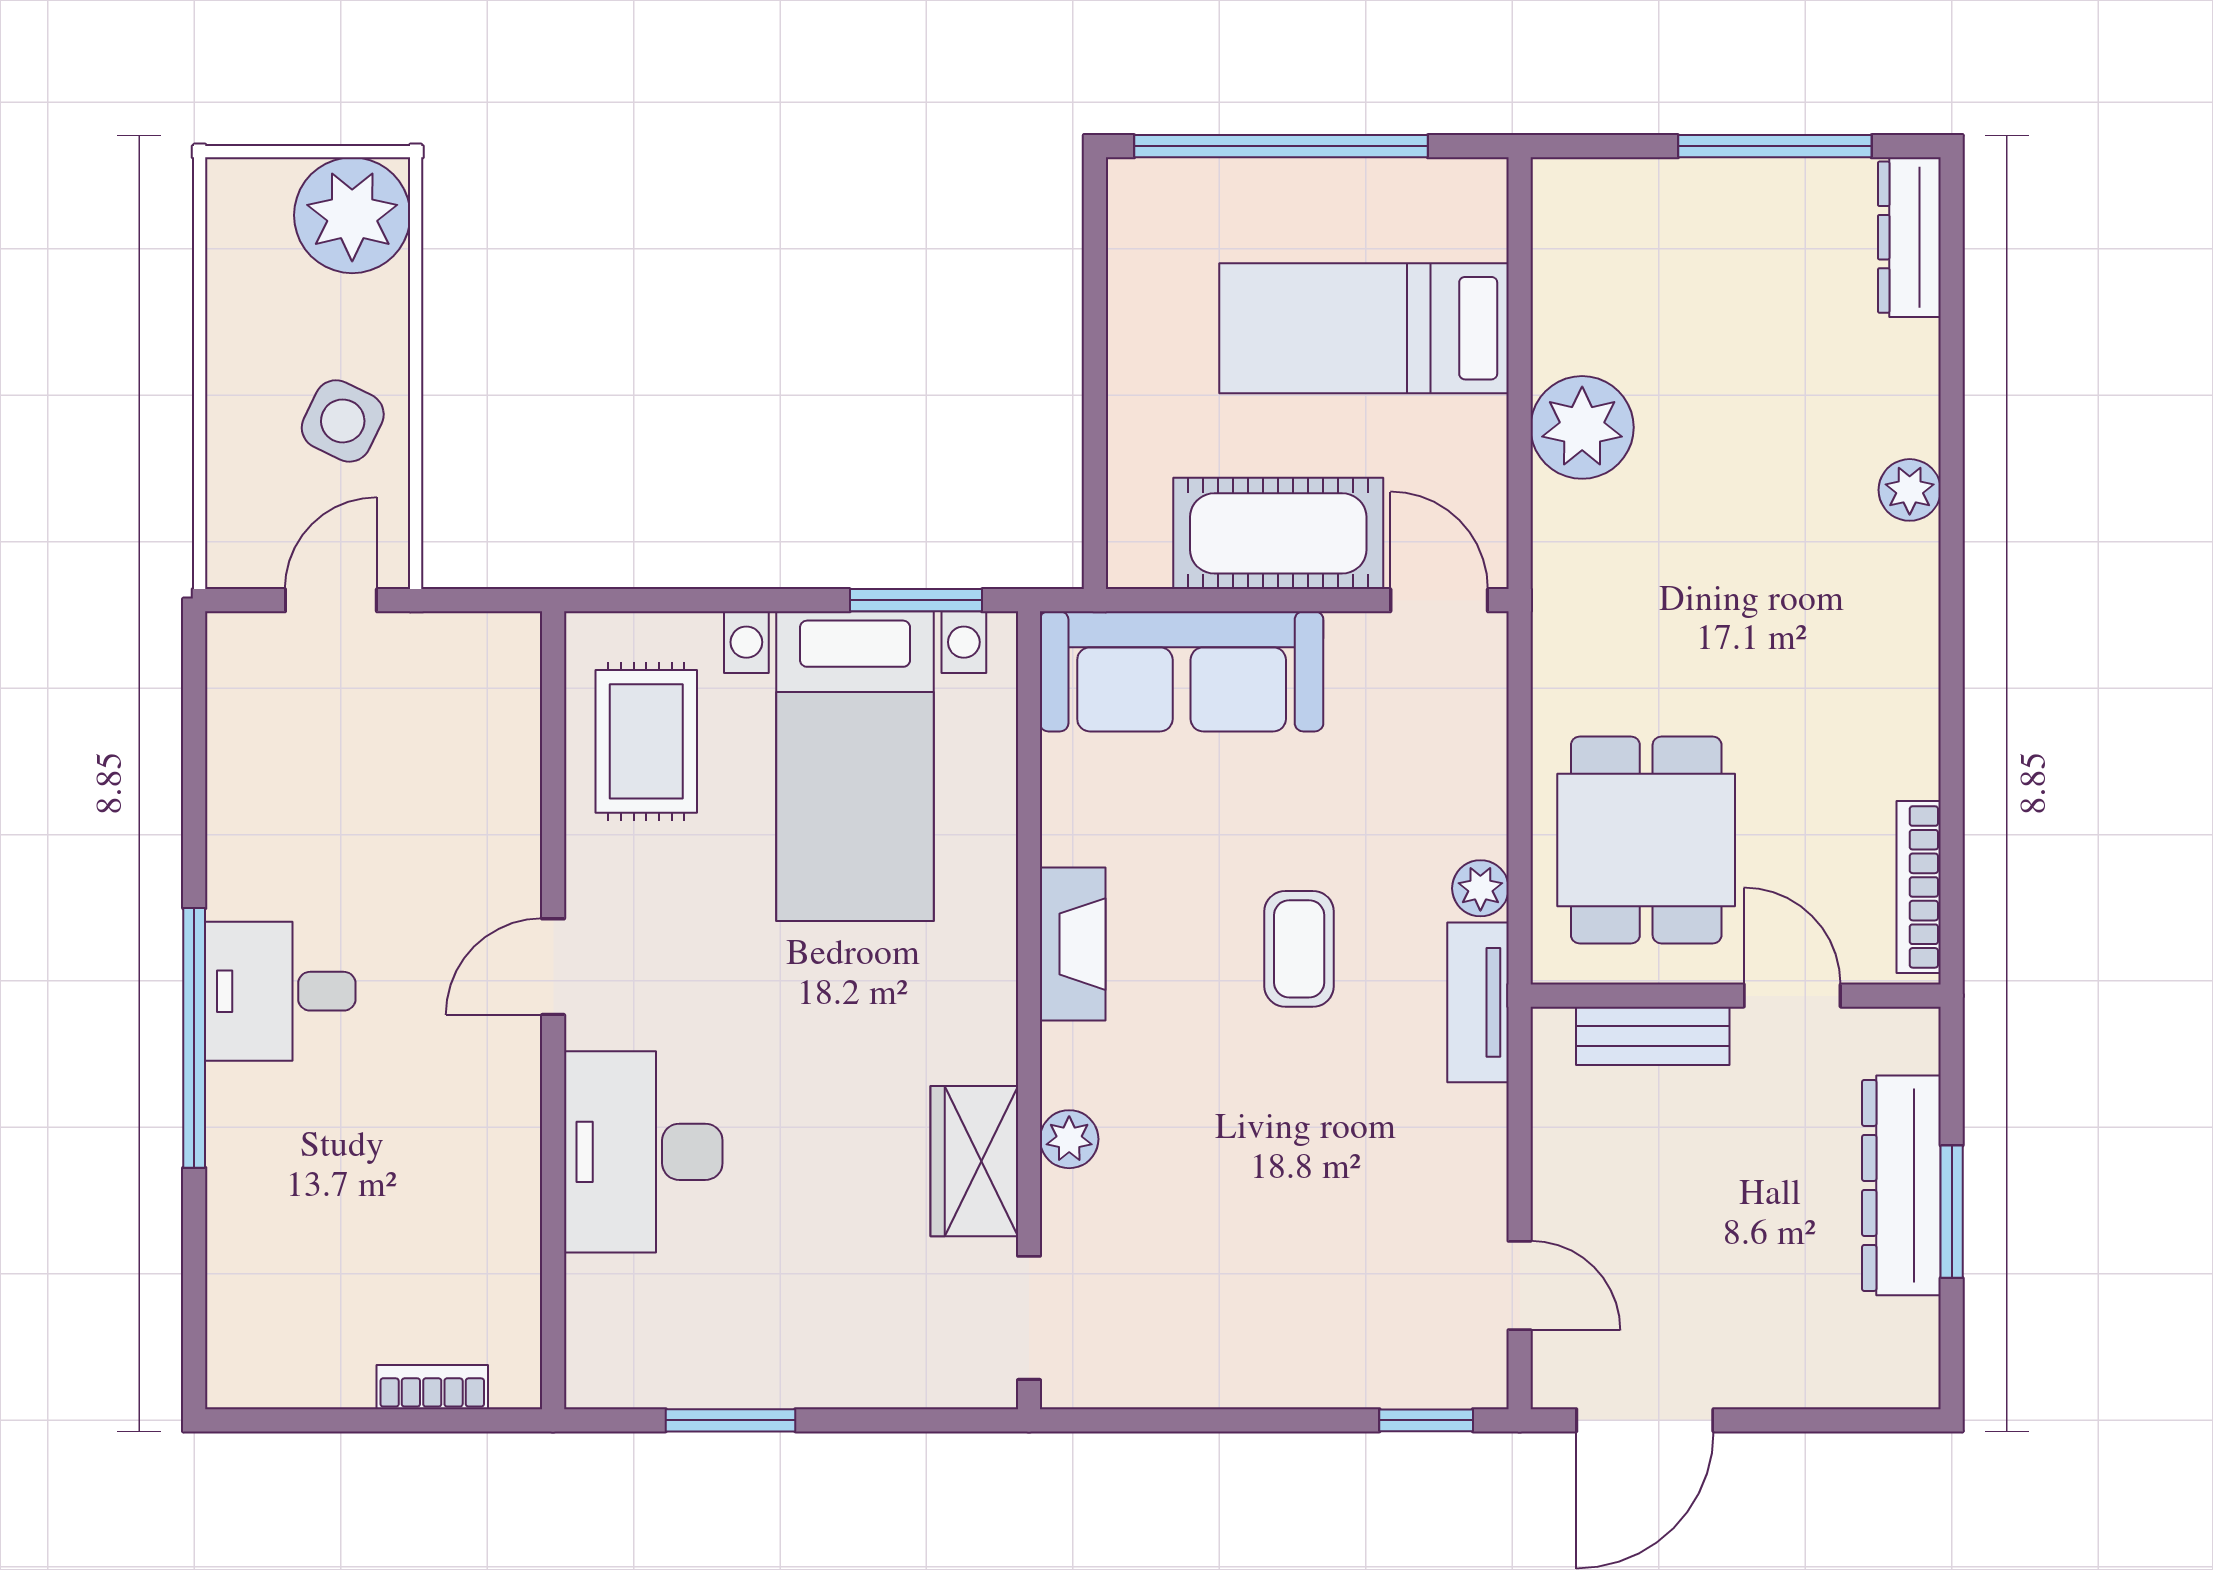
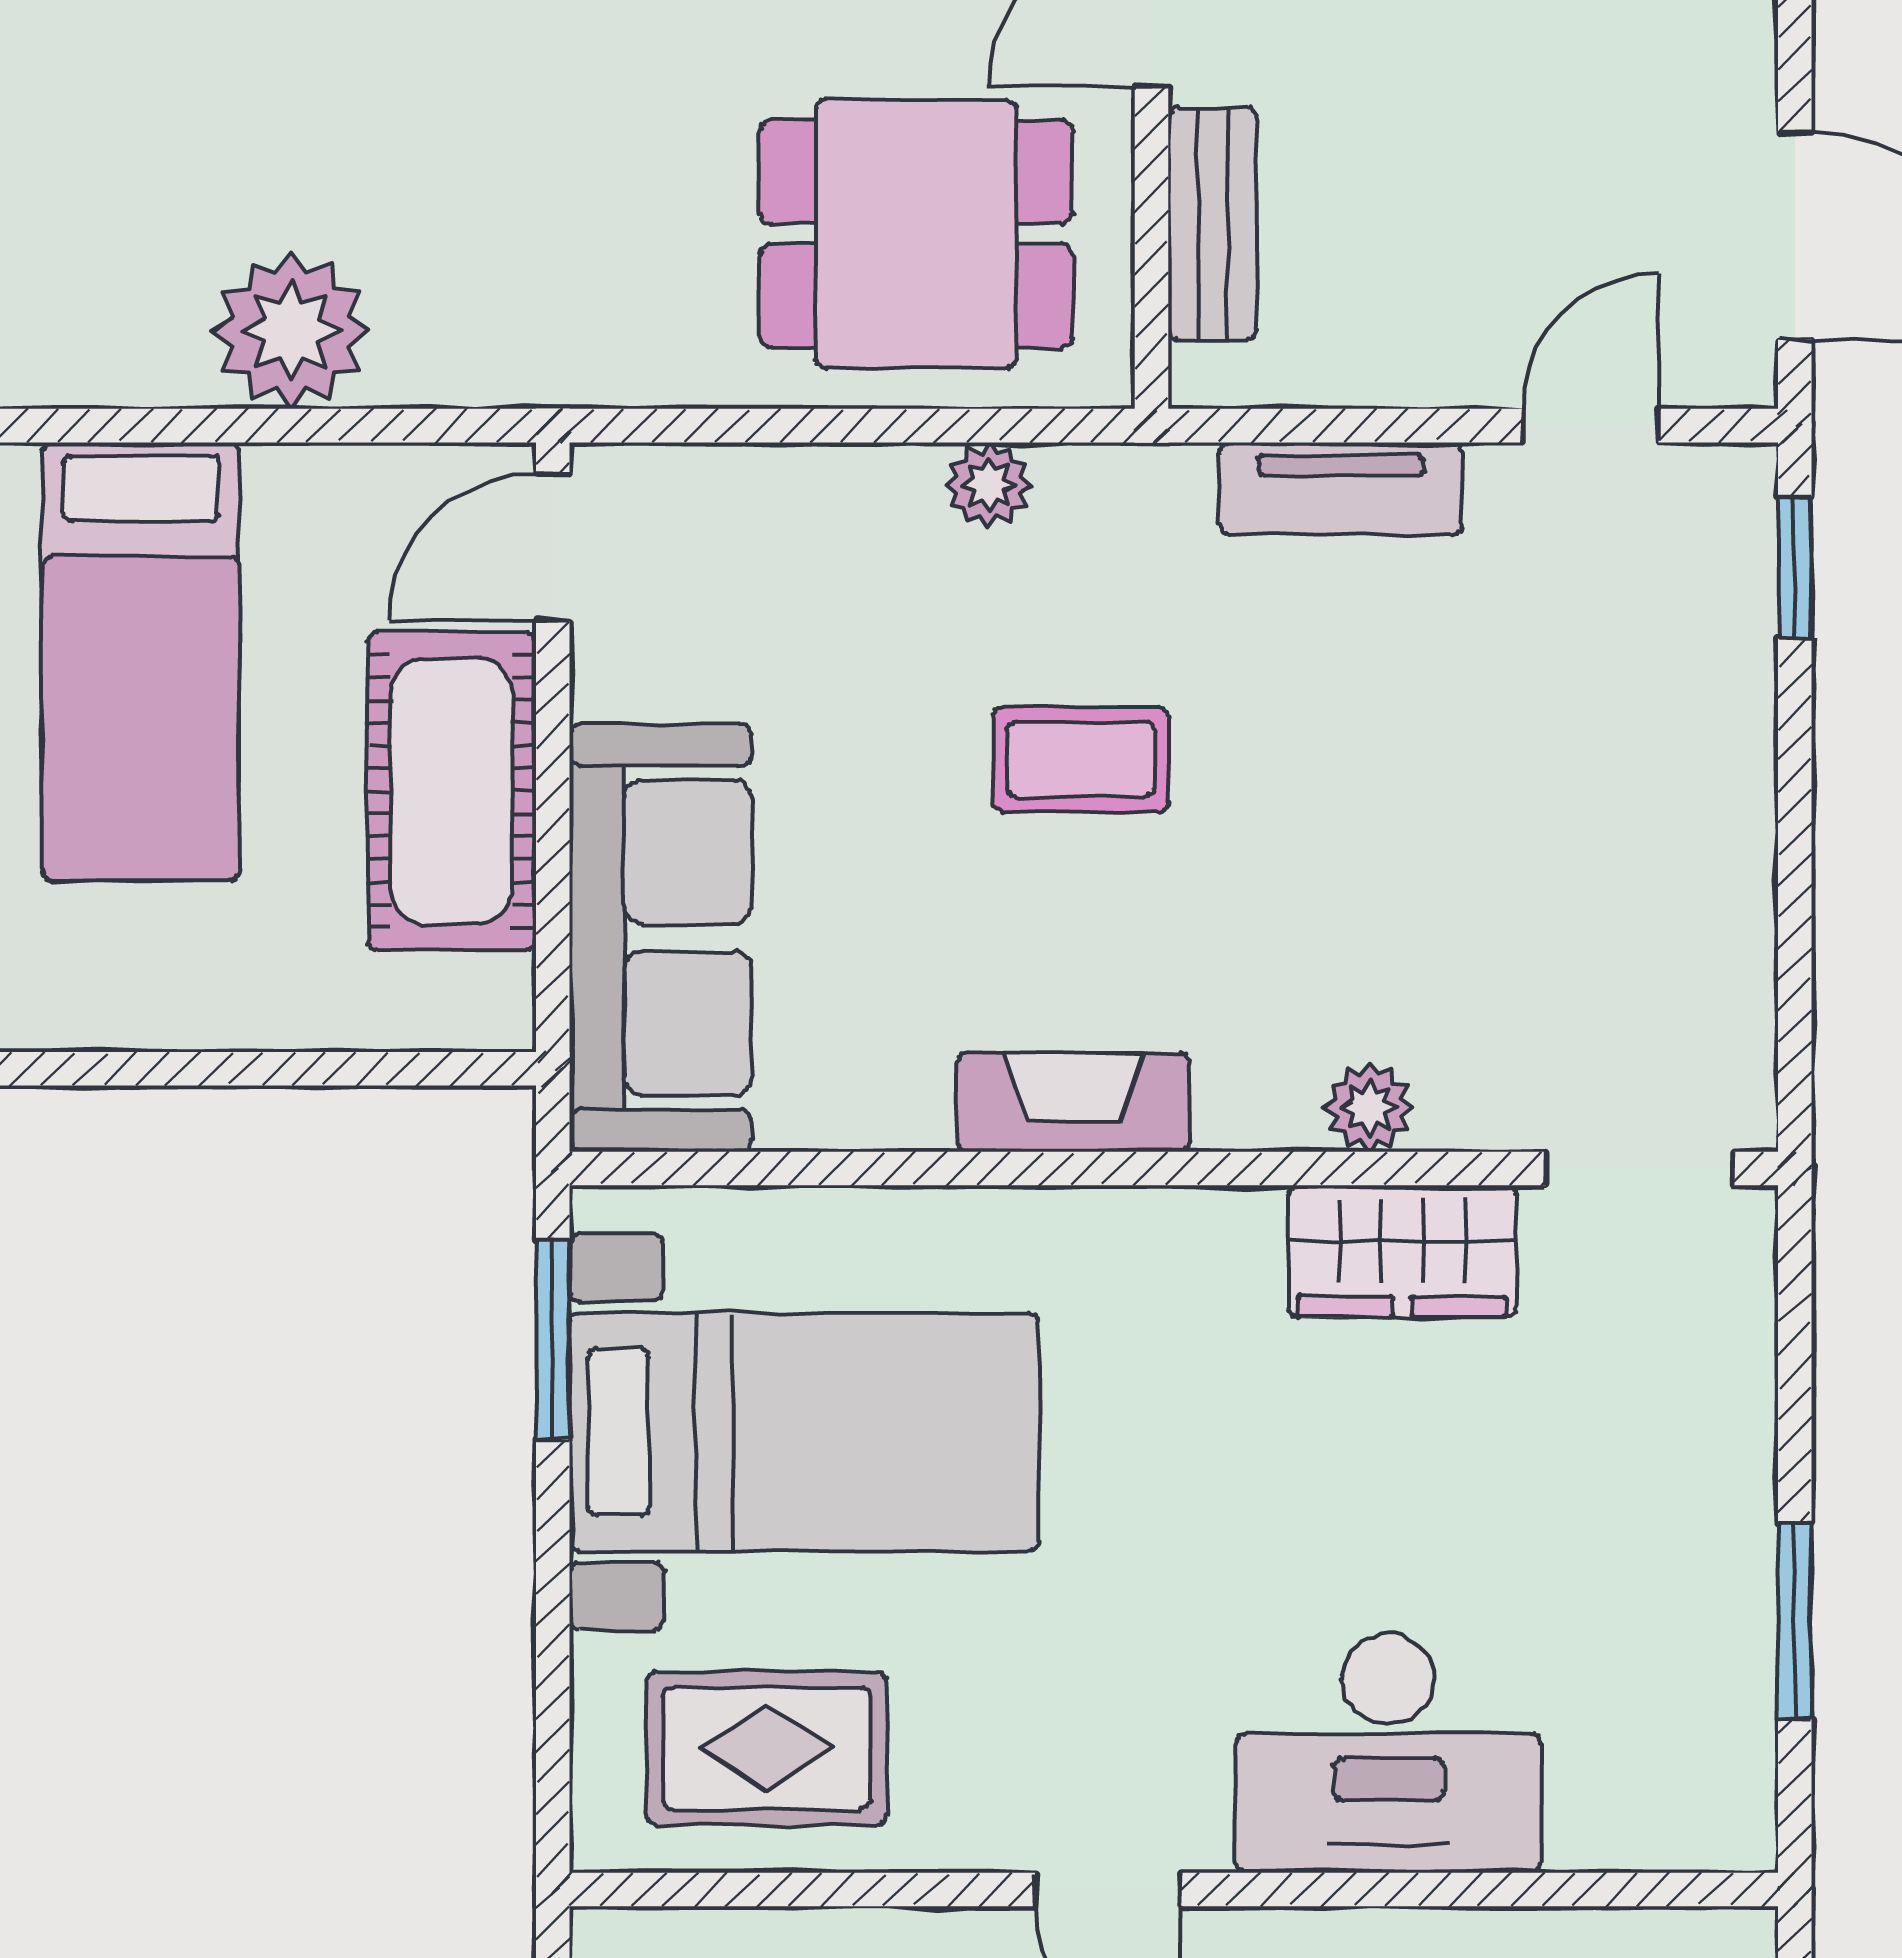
tv unit: (1478, 1002) -> (1341, 489), moved

